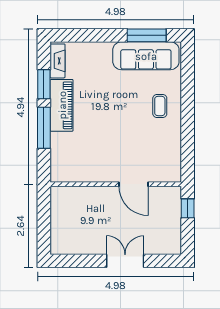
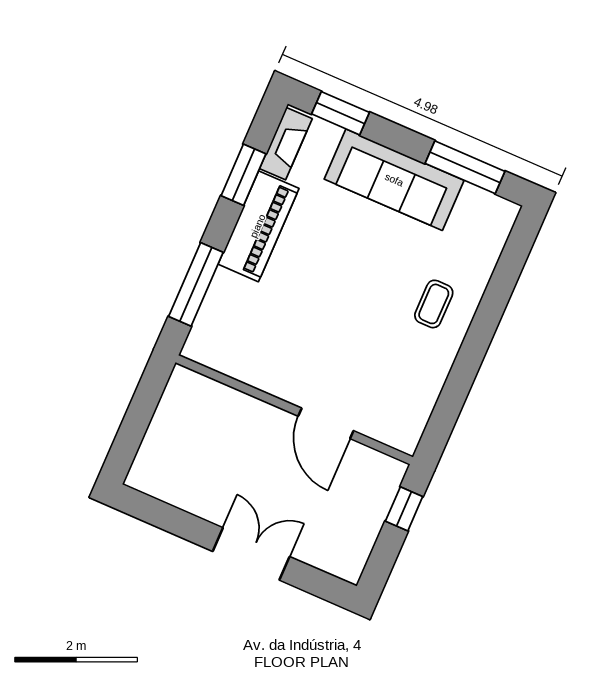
window: (77, 35) -> (340, 113), added
sofa: (146, 56) -> (394, 180), moved
window: (44, 128) -> (196, 284), moved

